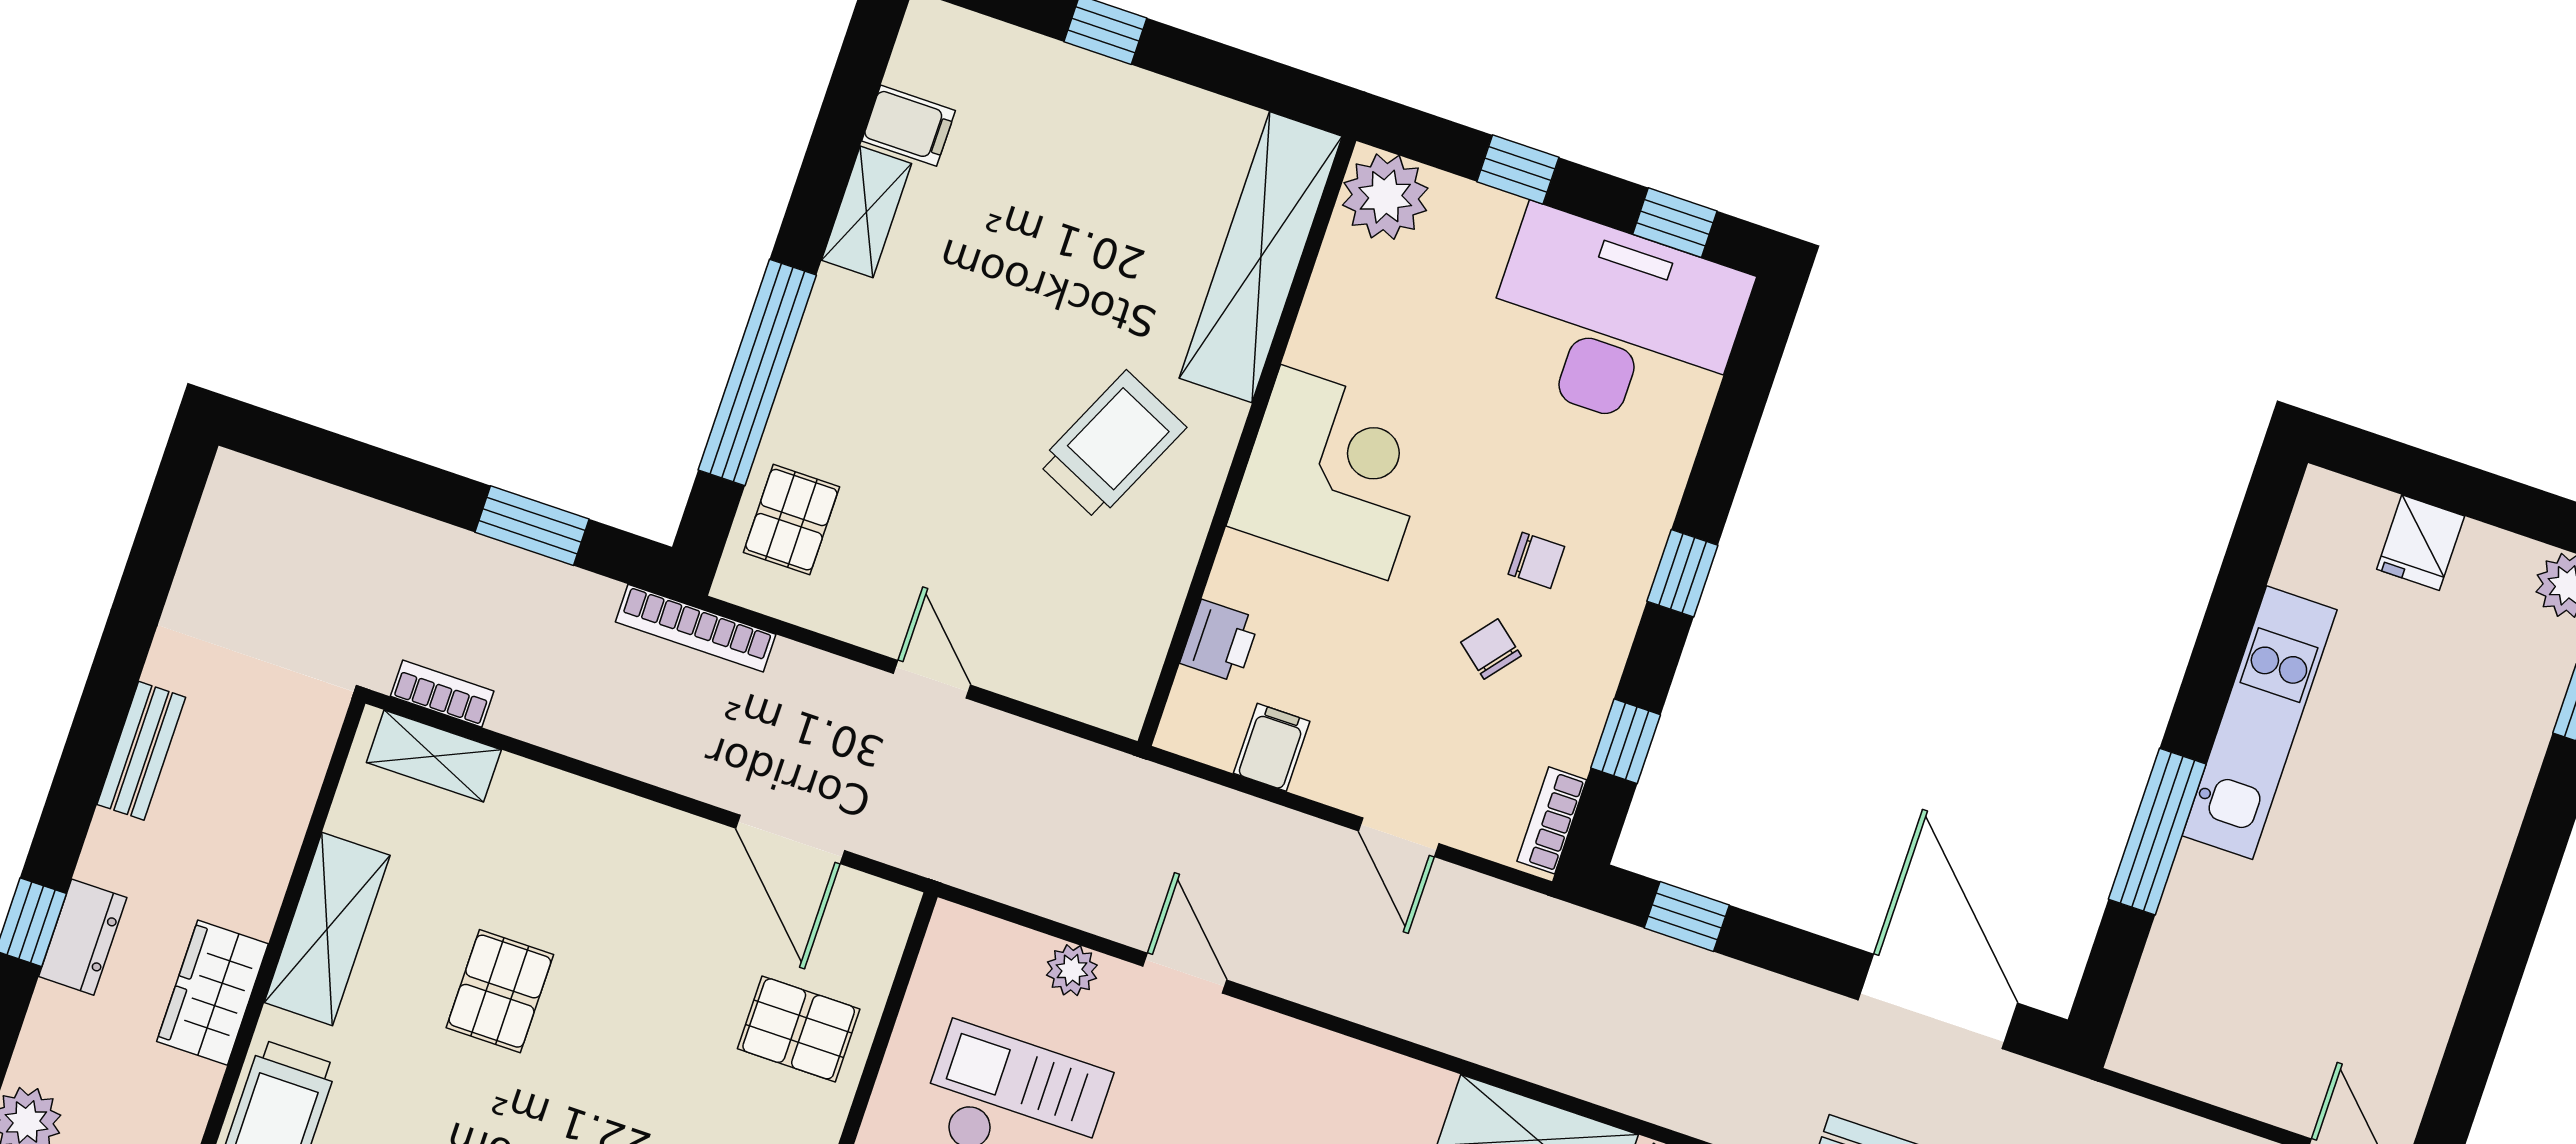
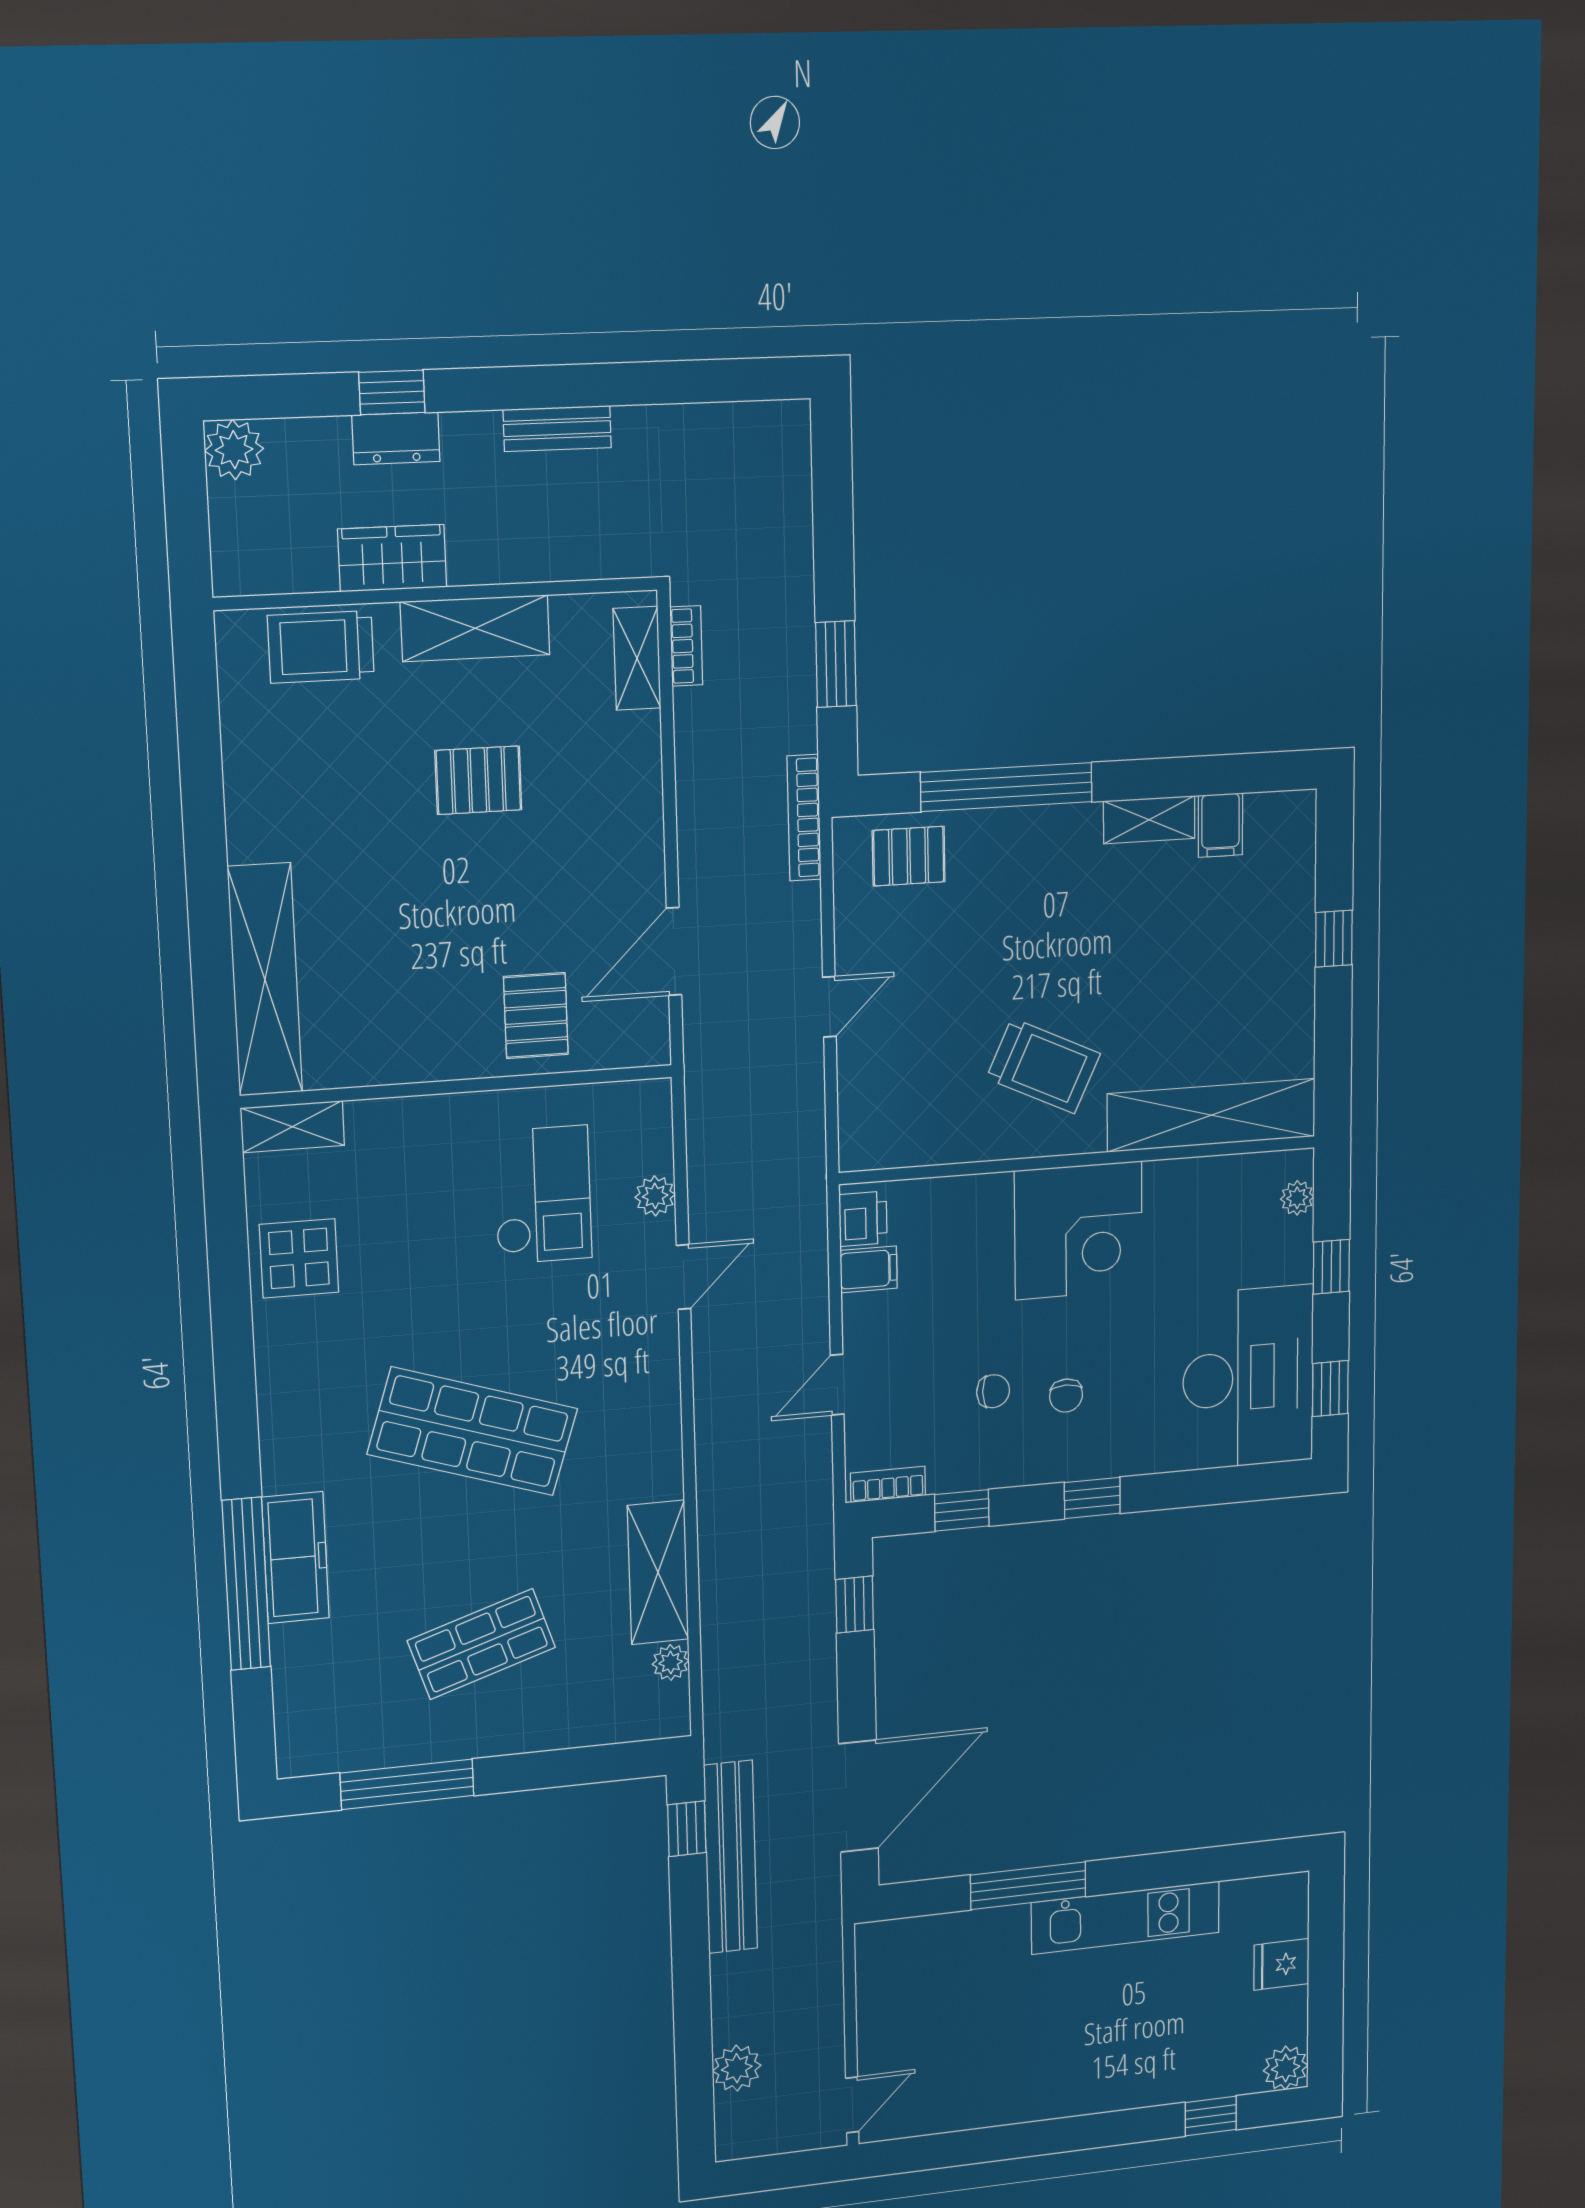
plant: (1385, 197) -> (1297, 1198), width x0.53, depth x0.53
printer: (1220, 641) -> (863, 1219), moved, turned -90
chair: (1491, 649) -> (993, 1391), turned 51

